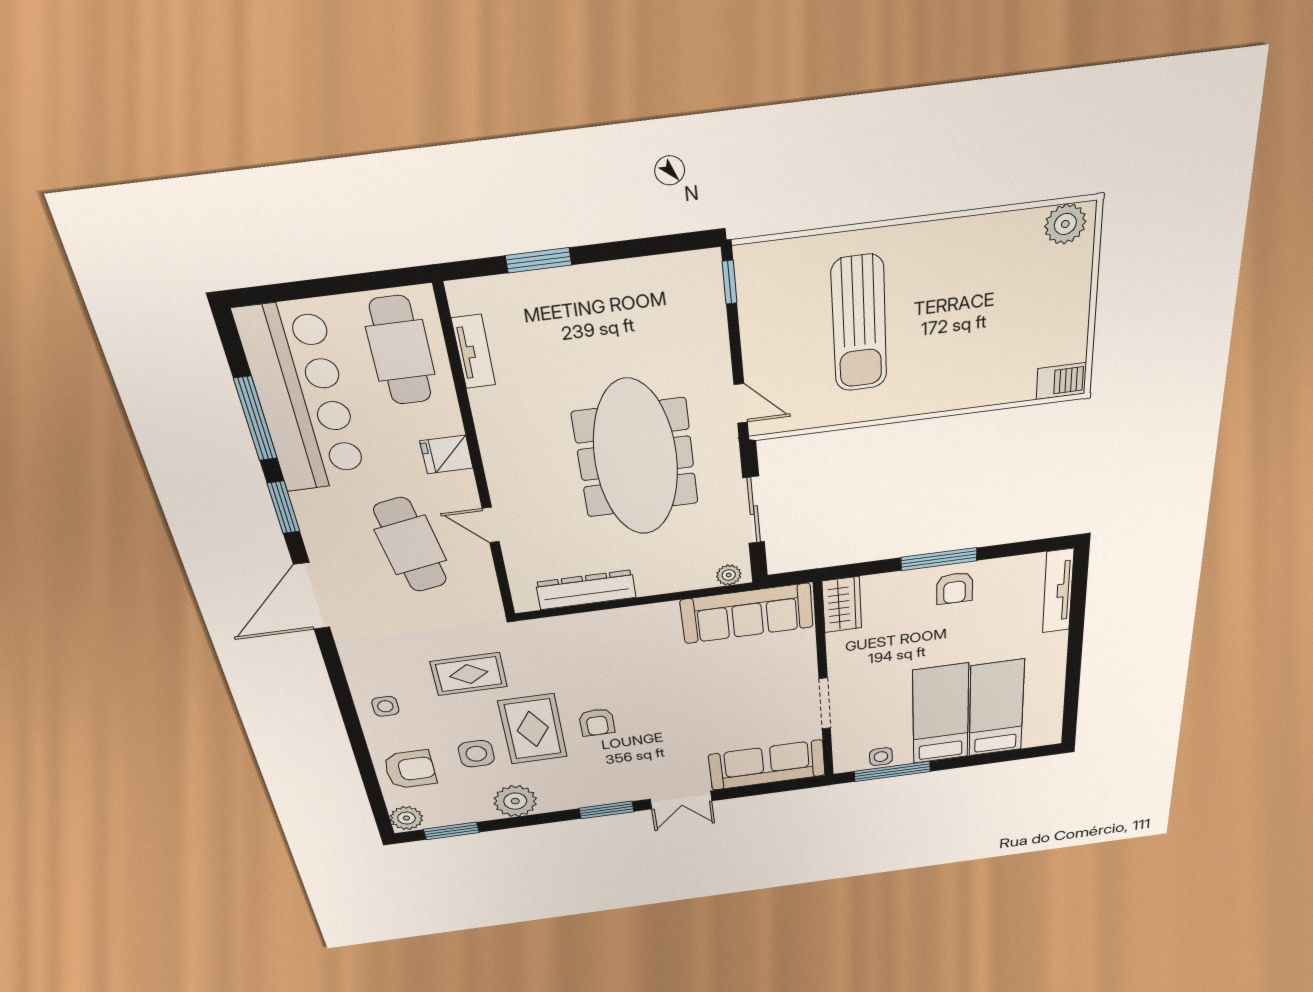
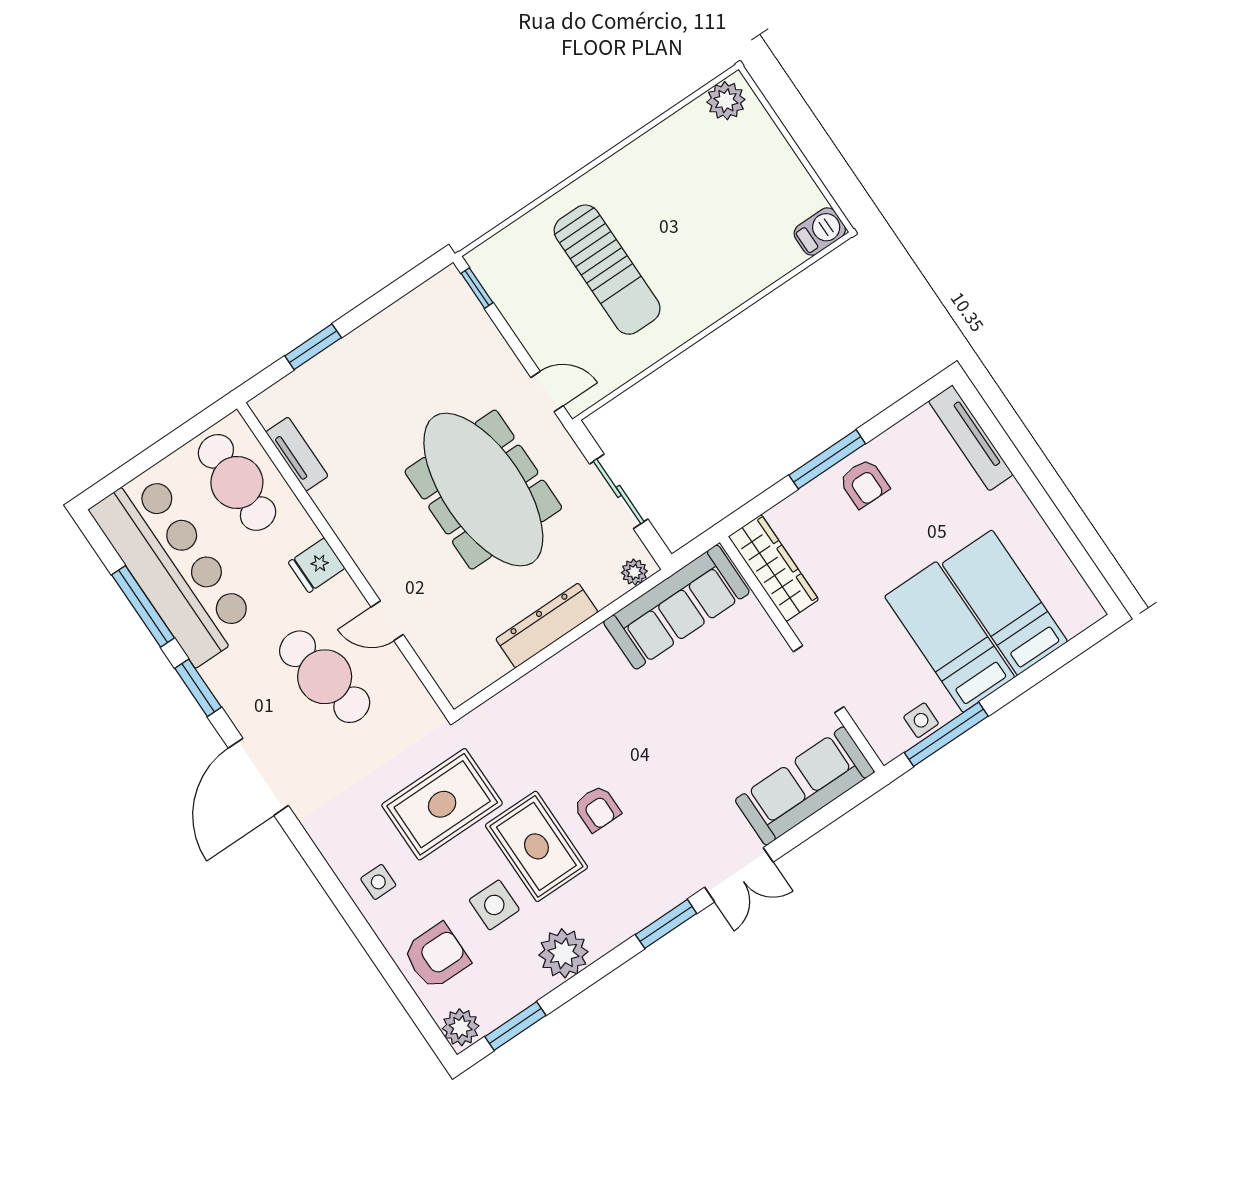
dresser: (586, 590) -> (547, 625), moved
wardrobe: (842, 605) -> (774, 568), width x1.50
rug: (469, 674) -> (442, 804), width x1.36, depth x1.43

